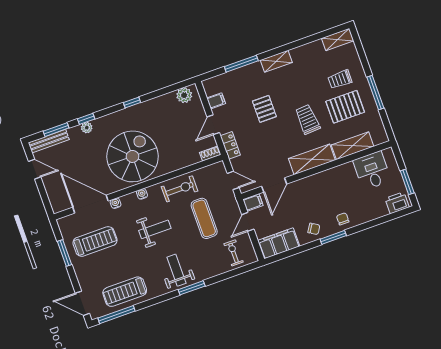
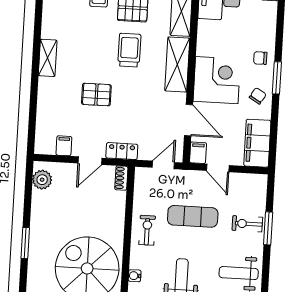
window: (241, 64) -> (34, 99), removed
window: (132, 103) -> (25, 243), width x1.50
trolley: (308, 119) -> (129, 50), turned 94
door: (213, 125) -> (90, 161), hinge flipped
exercise bike: (180, 189) -> (147, 230), width x0.73, depth x0.72
corner desk: (313, 194) -> (217, 80), added
exercise bike: (234, 253) -> (247, 224), moved
window: (192, 288) -> (268, 228), moved

